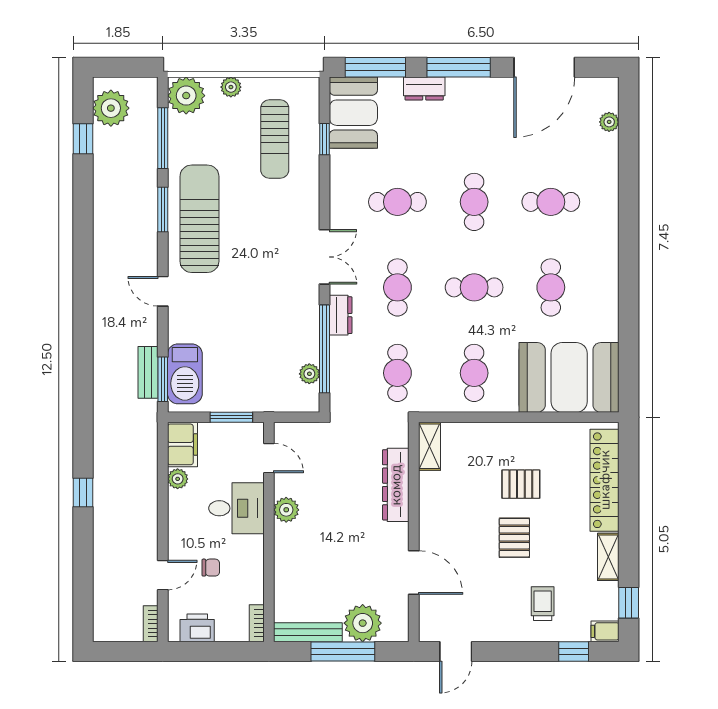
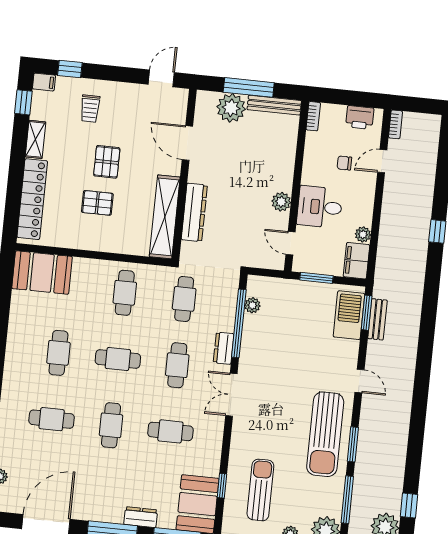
booth: (569, 377) -> (42, 273), width x0.73, depth x0.70
shelving: (429, 446) -> (165, 217), width x2.20, depth x1.33

